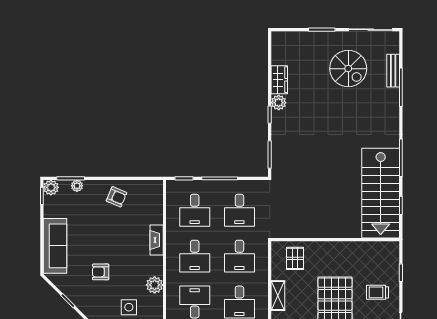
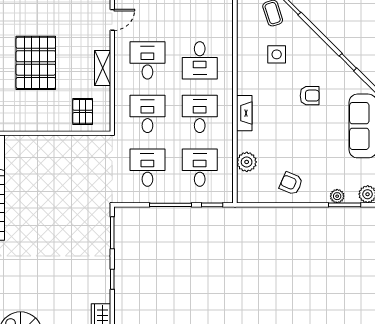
plant: (279, 103) -> (102, 293), removed
fireplace: (157, 240) -> (244, 113), moved
plant: (155, 285) -> (247, 162), moved

